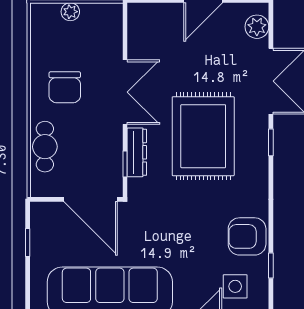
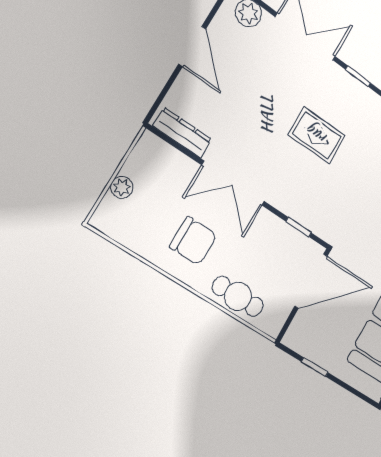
double door: (125, 92) -> (233, 183), swing flipped
rug: (203, 136) -> (317, 135), width x0.54, depth x0.49
dresser: (137, 152) -> (182, 133), moved

